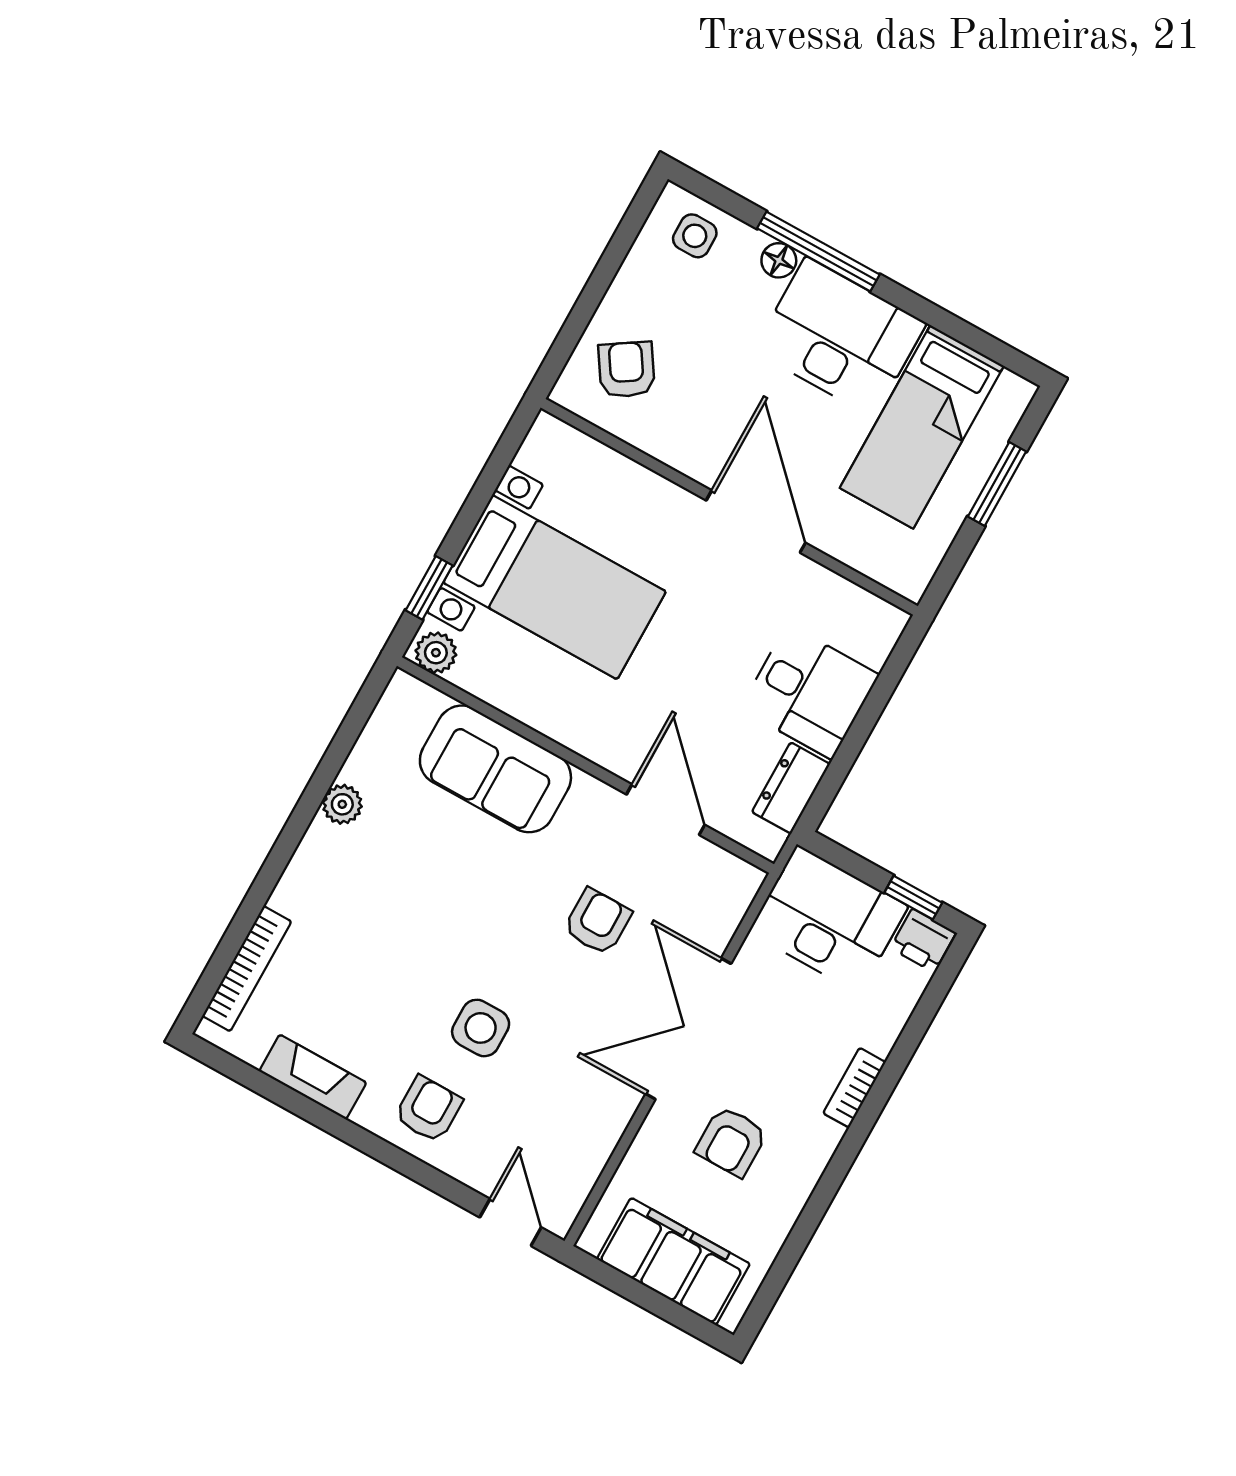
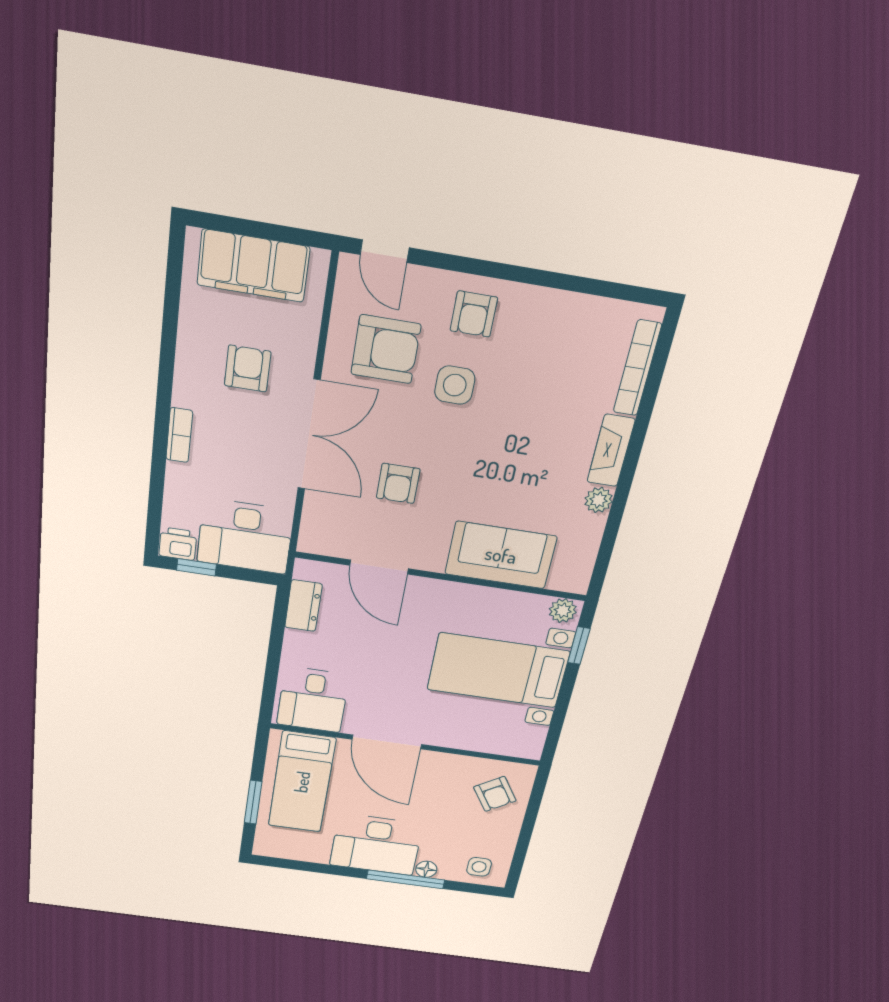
bed: (922, 427) -> (302, 782), moved, turned 180
desk: (810, 692) -> (313, 700), moved, turned -90
fireplace: (313, 1077) -> (611, 451), moved, turned 90
armchair: (551, 1104) -> (386, 349), added

